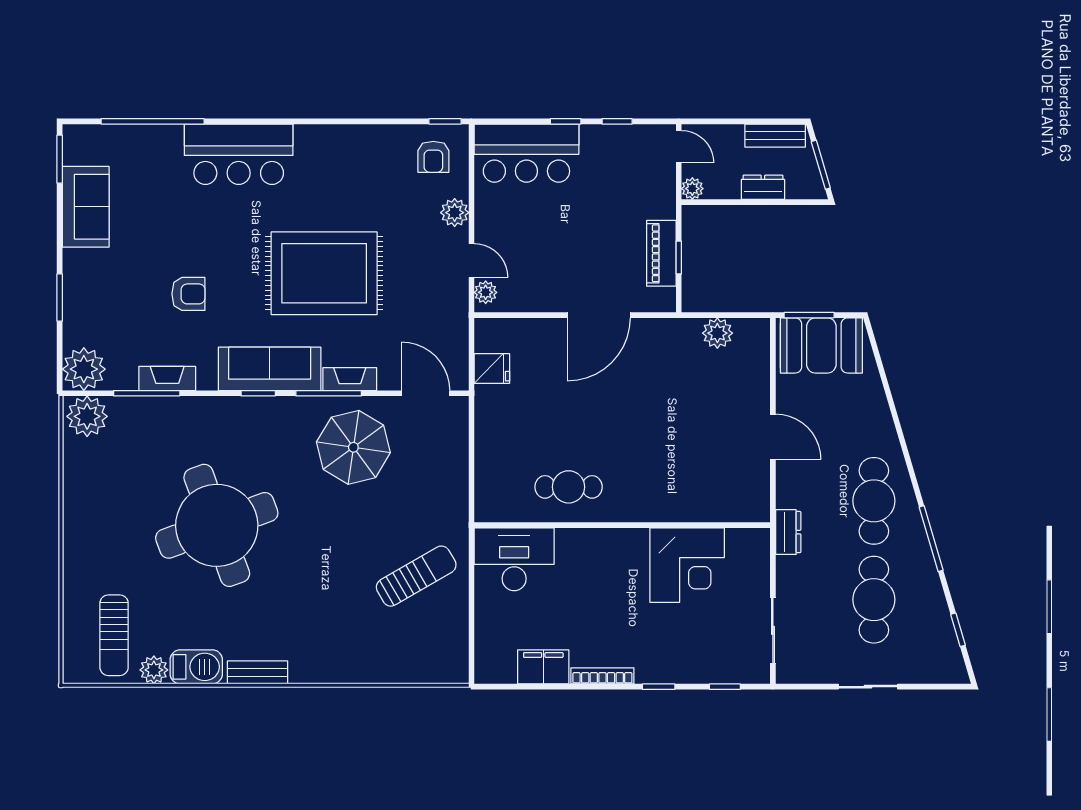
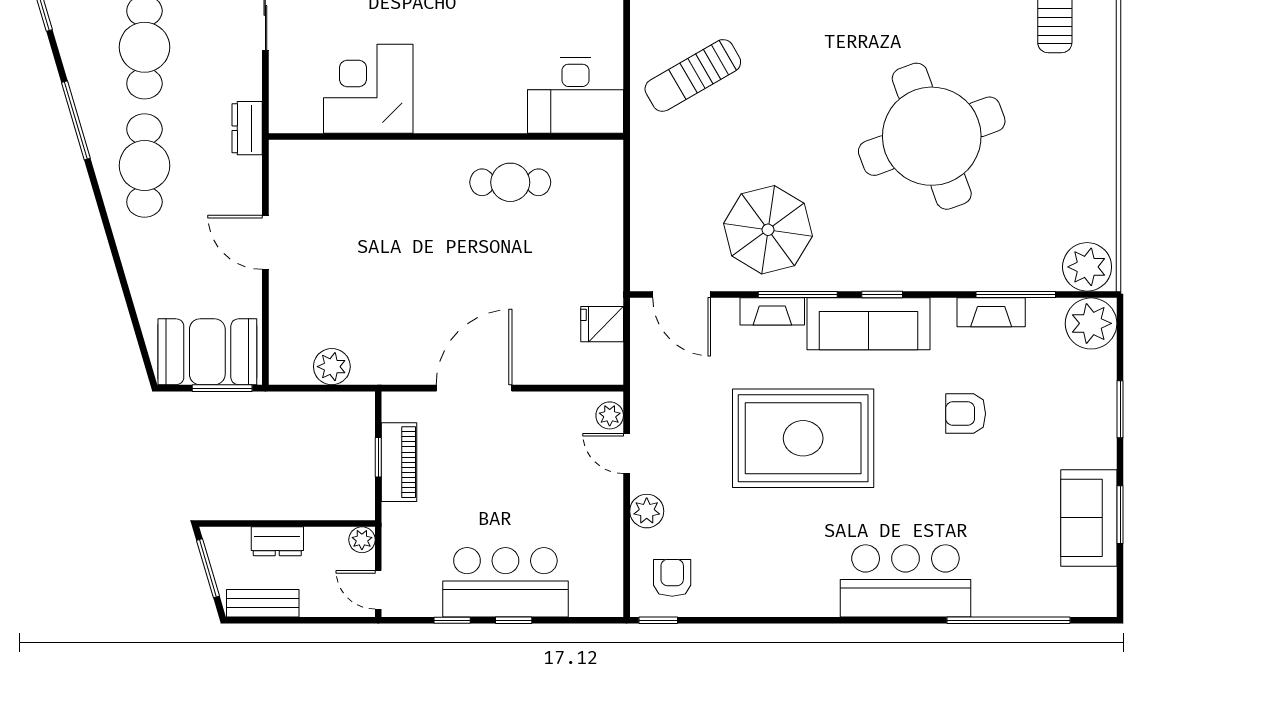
bar counter: (526, 153) -> (505, 582), moved
window: (60, 159) -> (1120, 515), moved

